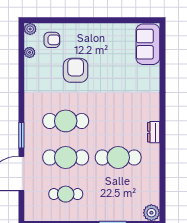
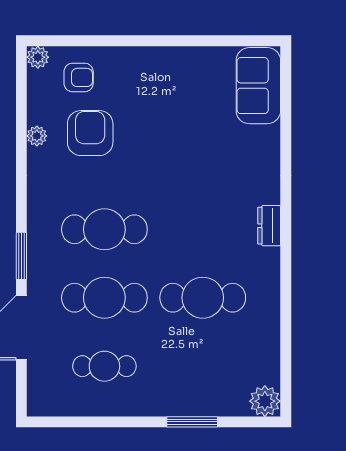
plant: (30, 52) -> (37, 136), moved
armchair: (76, 70) -> (90, 133), moved
dresser: (154, 132) -> (269, 226), moved

